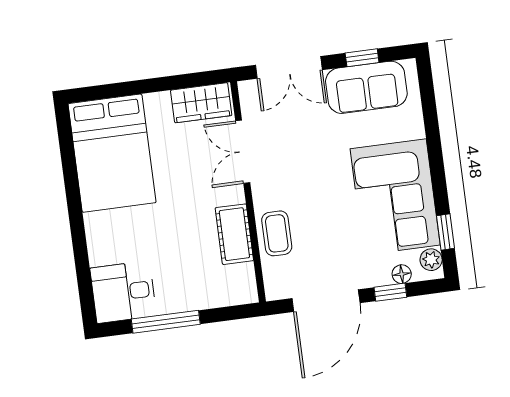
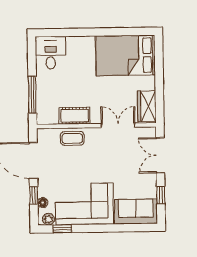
sofa: (366, 87) -> (136, 212), moved, turned 90
window: (166, 322) -> (32, 95), moved

